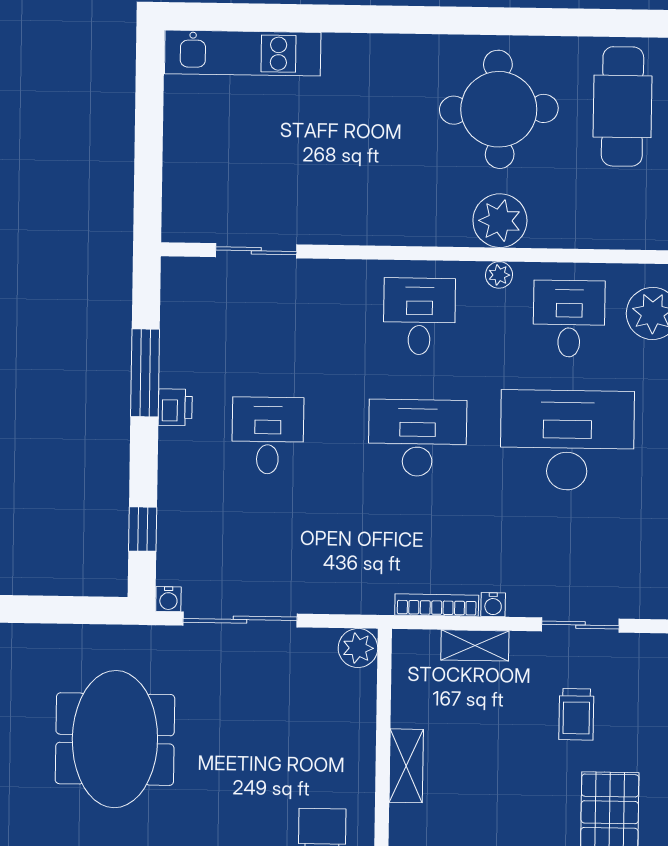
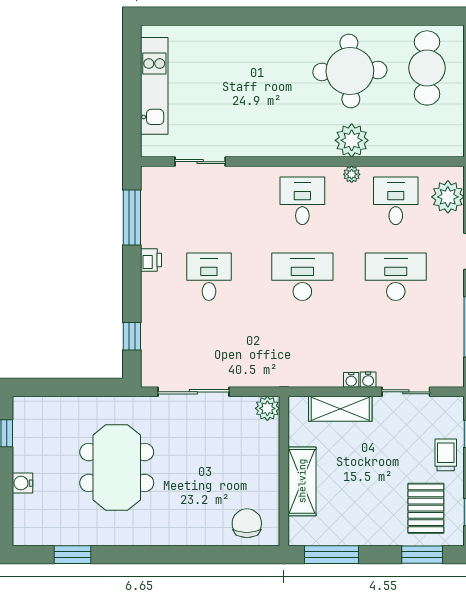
kitchen unit: (243, 53) -> (154, 86), moved, turned -90
window: (145, 373) -> (132, 217), moved
desk: (567, 440) -> (396, 277), width x0.73, depth x0.77
water cooler: (168, 599) -> (368, 380), moved
bookcase: (437, 605) -> (316, 381), removed
shelving: (475, 645) -> (340, 409), width x1.50, depth x1.33
trolley: (576, 714) -> (446, 455), moved, turned 180
shelving: (406, 766) -> (302, 481), width x1.50, depth x1.33

